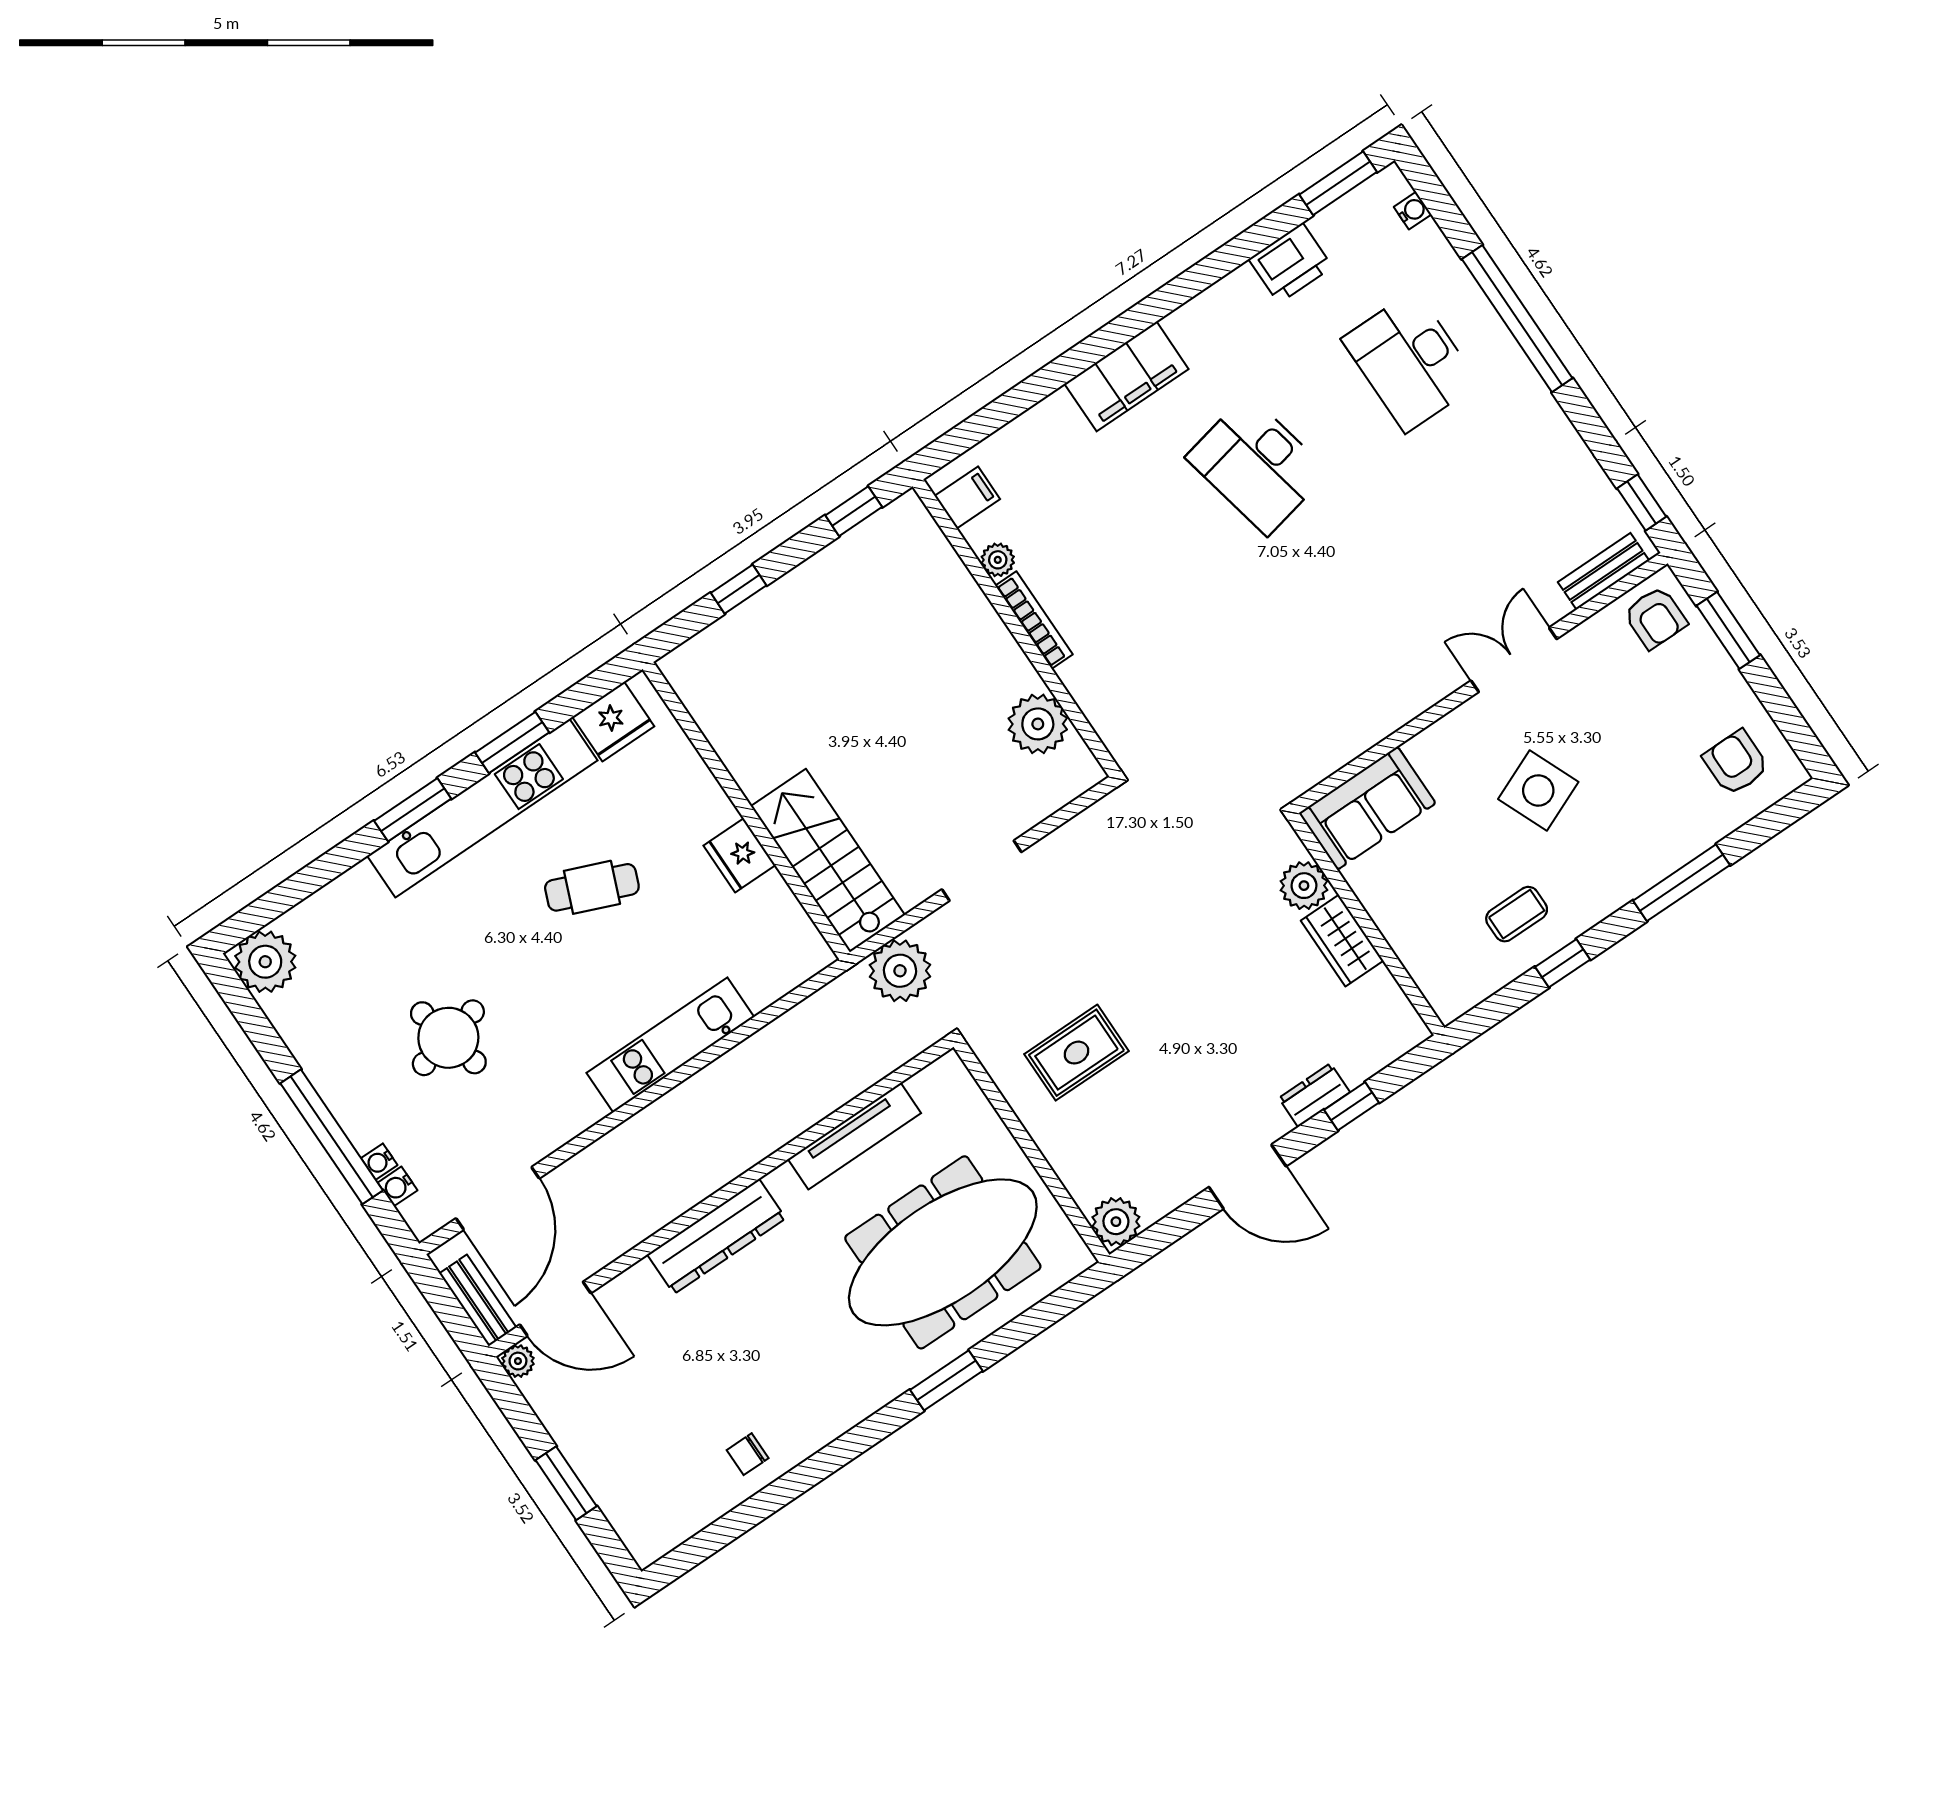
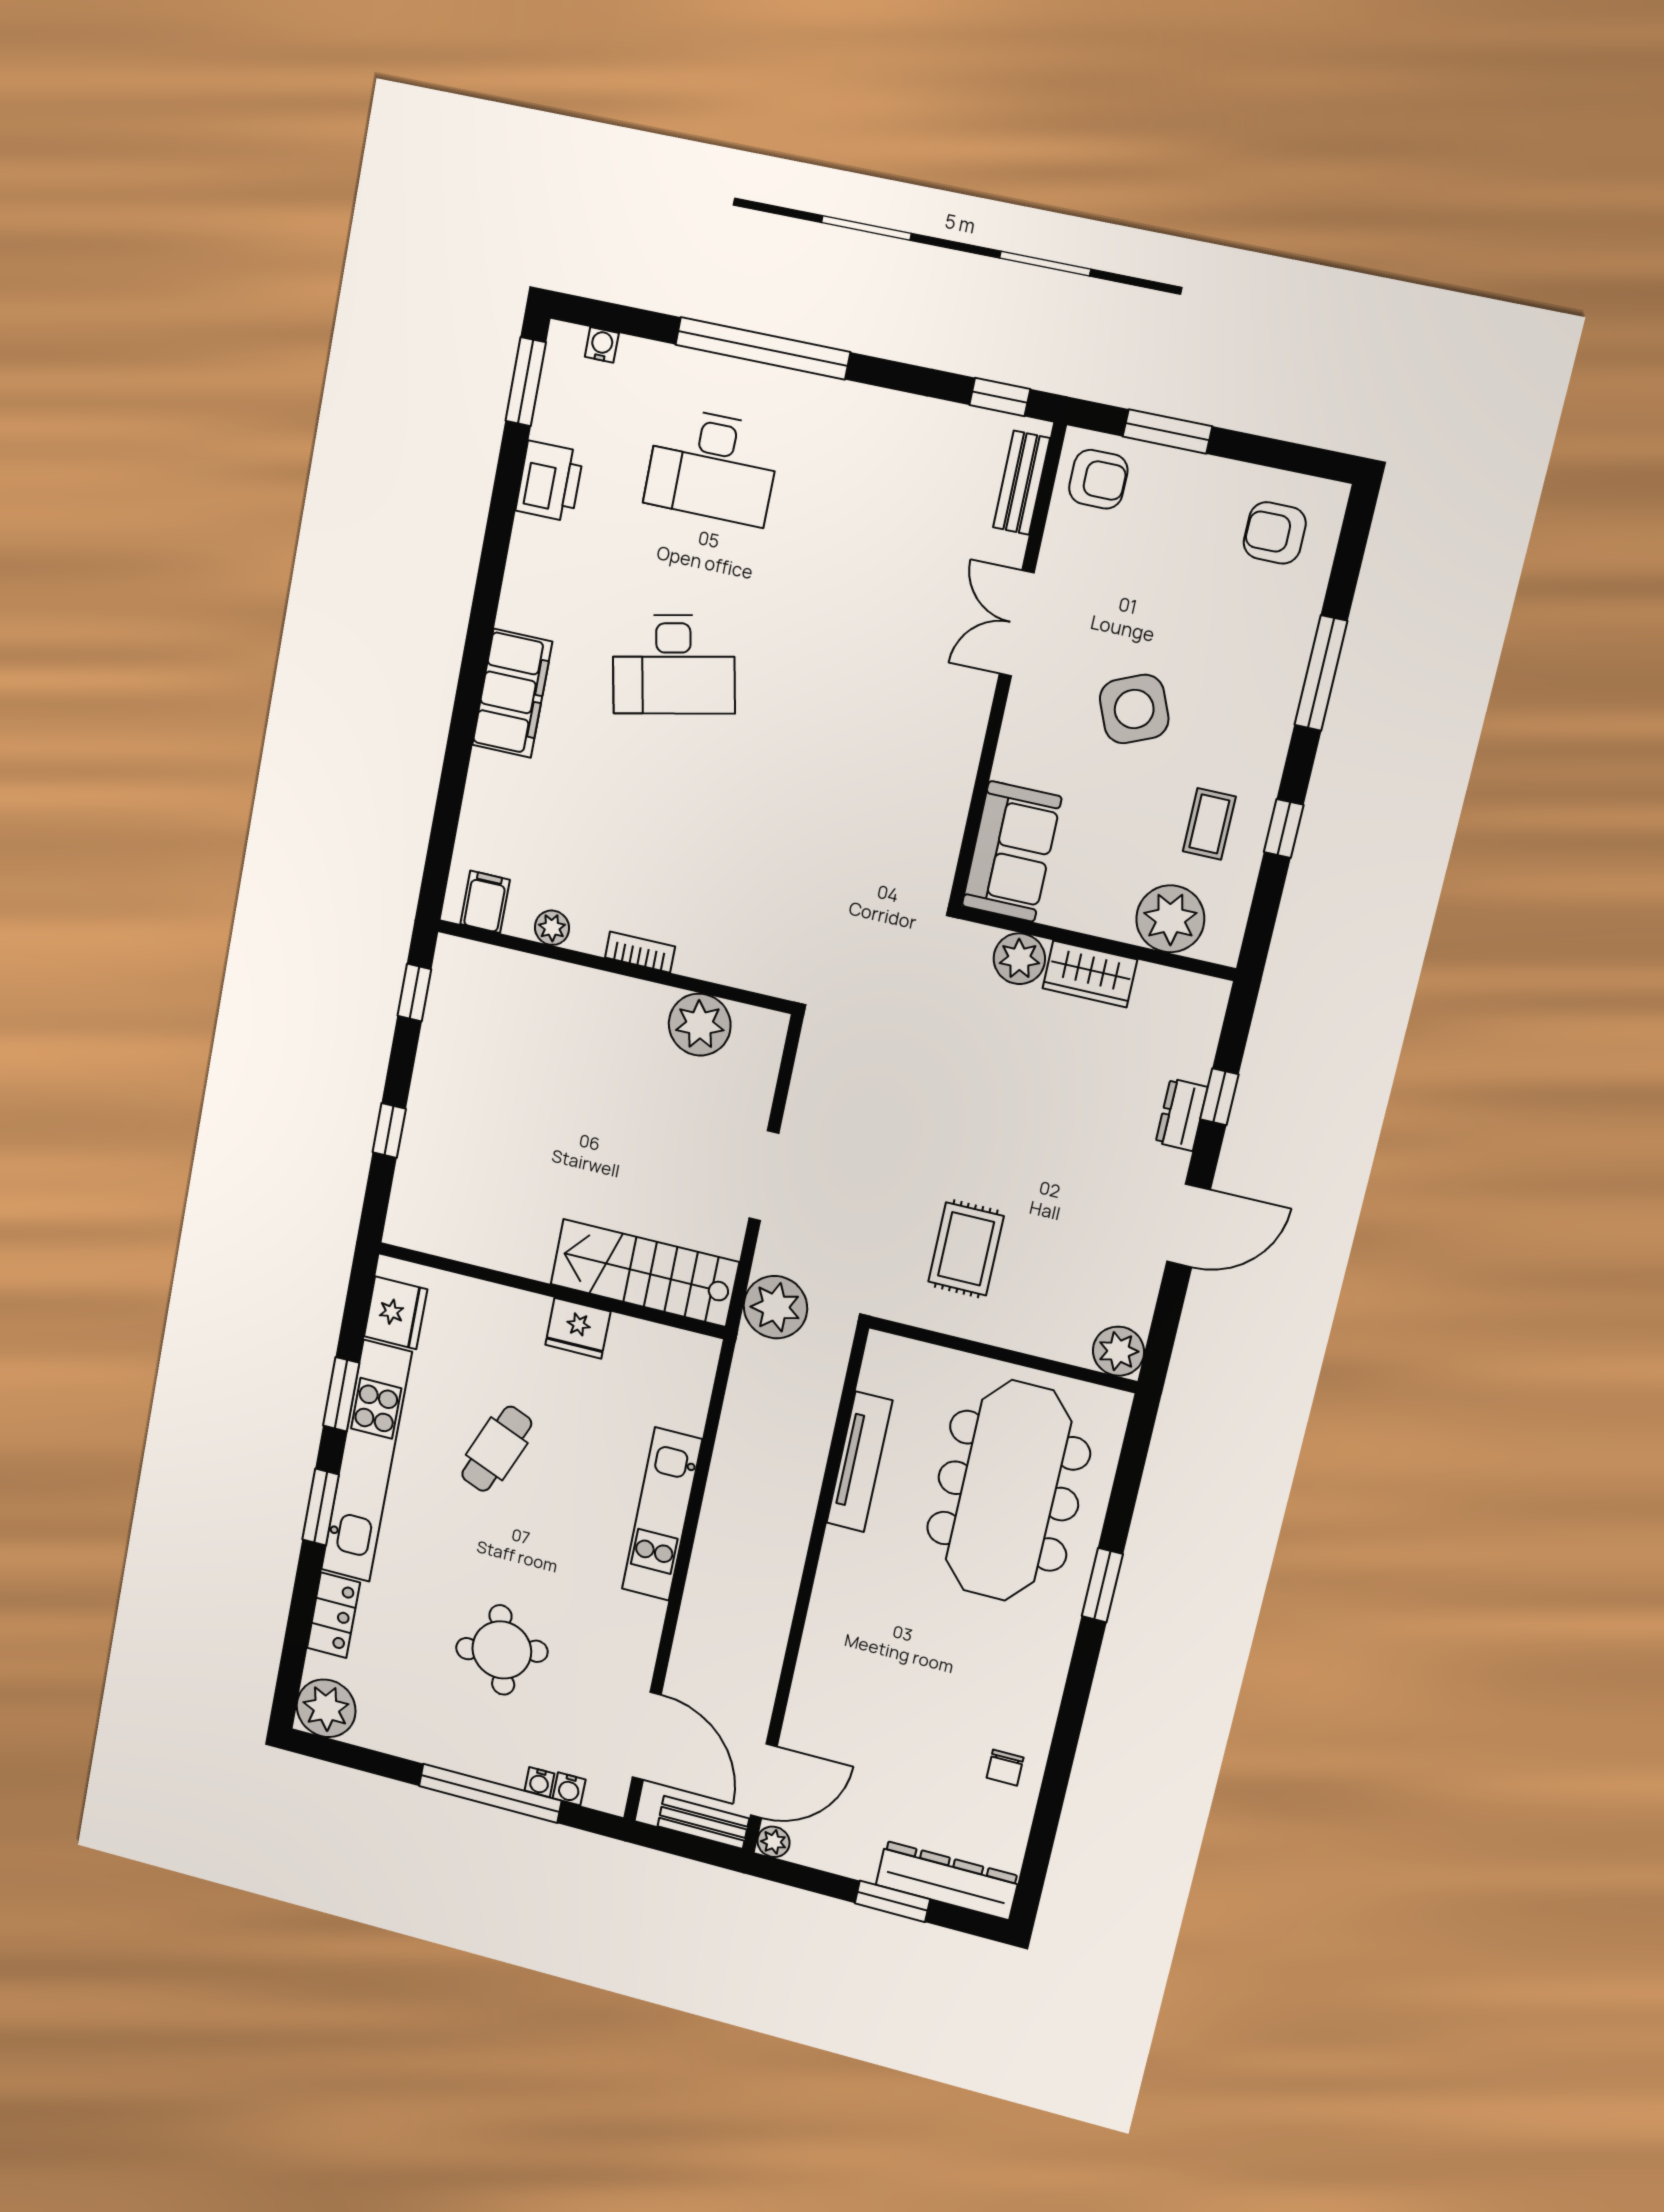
bookcase: (1034, 620) -> (640, 952), width x0.64
locker: (342, 898) -> (334, 1615), added
plant: (1431, 954) -> (1170, 919), added
dresser: (716, 1236) -> (947, 1880), moved, turned -90

